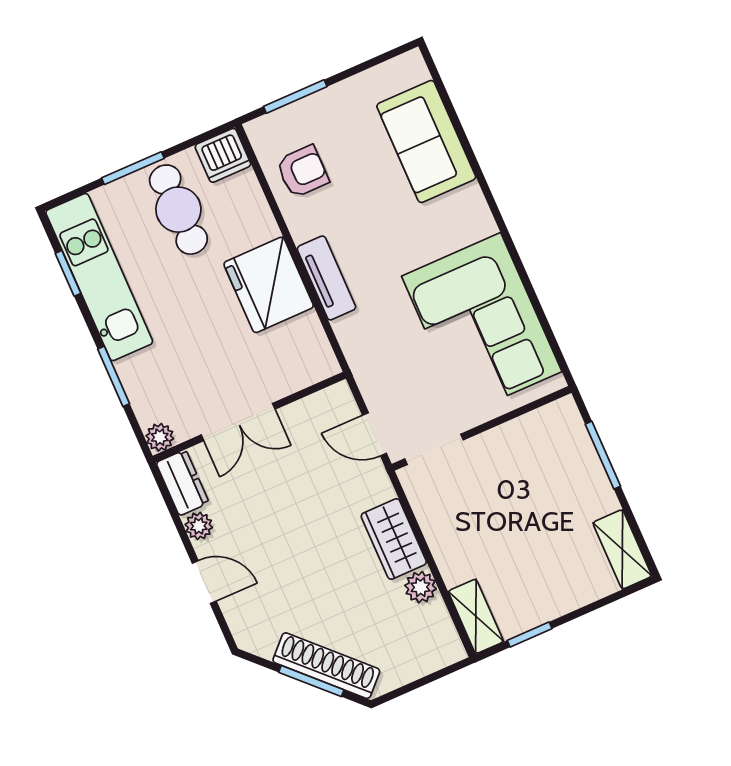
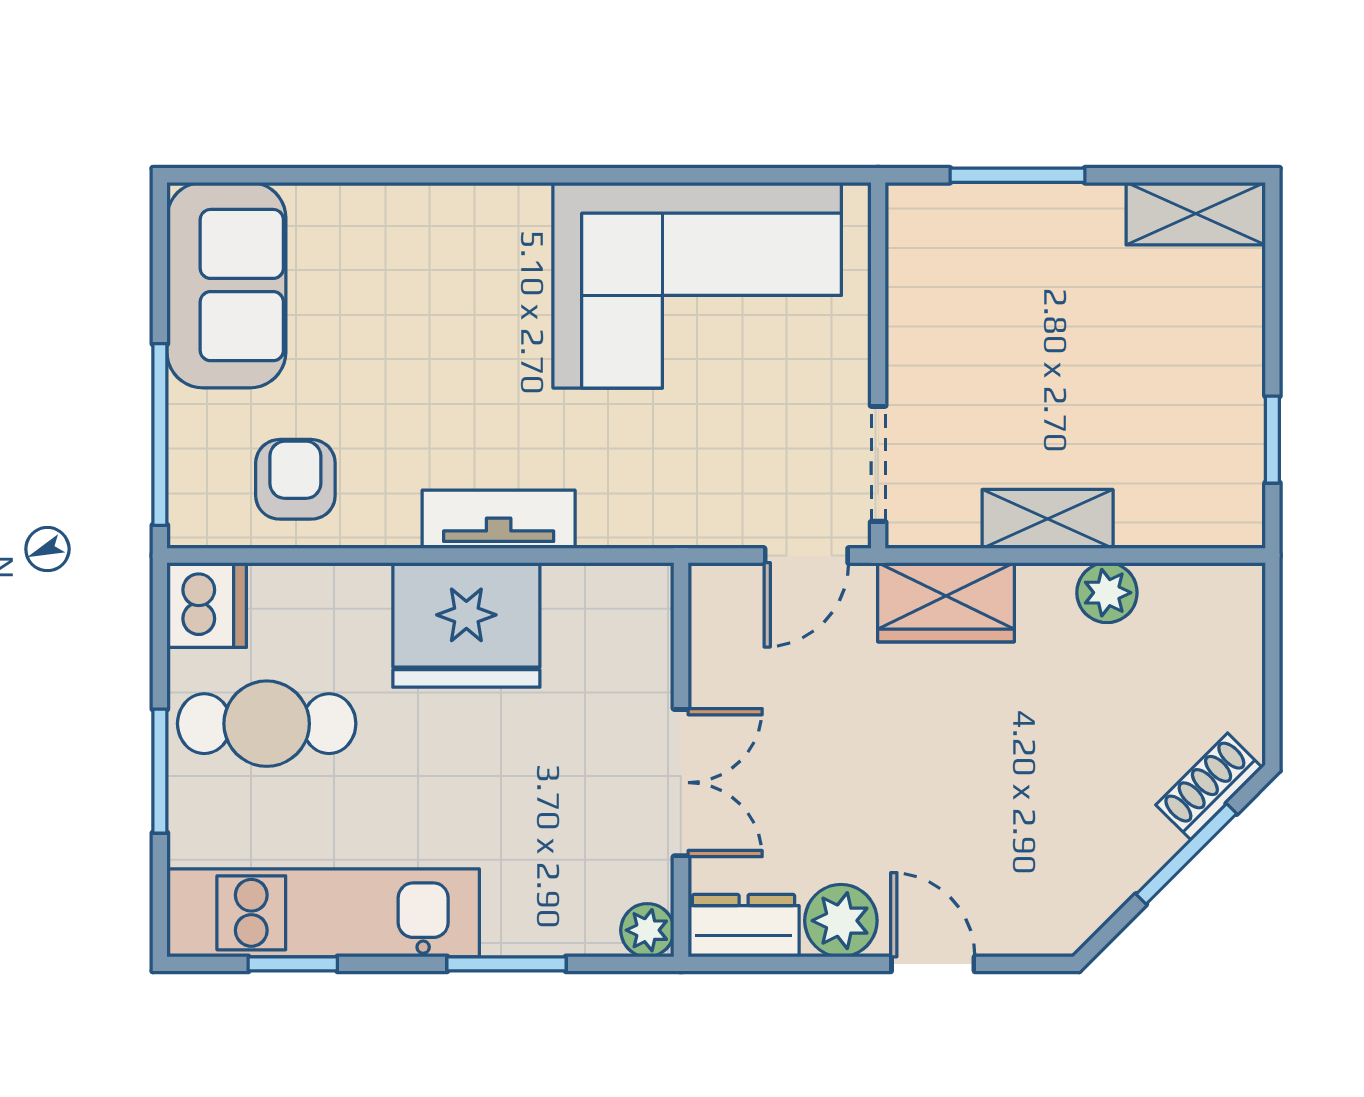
window: (295, 96) -> (160, 434), width x1.44
sofa: (426, 141) -> (226, 285), moved, turned -90
plant: (199, 526) -> (841, 921), width x1.38, depth x1.38
wardrobe: (394, 539) -> (946, 602), moved
door: (204, 582) -> (933, 964), hinge flipped
shelving: (476, 616) -> (1048, 519), moved
shoe rack: (326, 666) -> (1209, 786), width x0.51, depth x0.81

